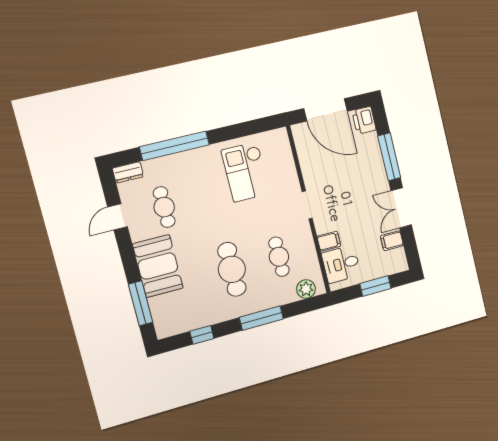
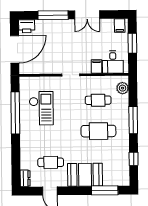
window: (175, 146) -> (15, 113), moved
checkout: (246, 172) -> (41, 108), turned -90
filing cabinet: (392, 241) -> (120, 26), moved

